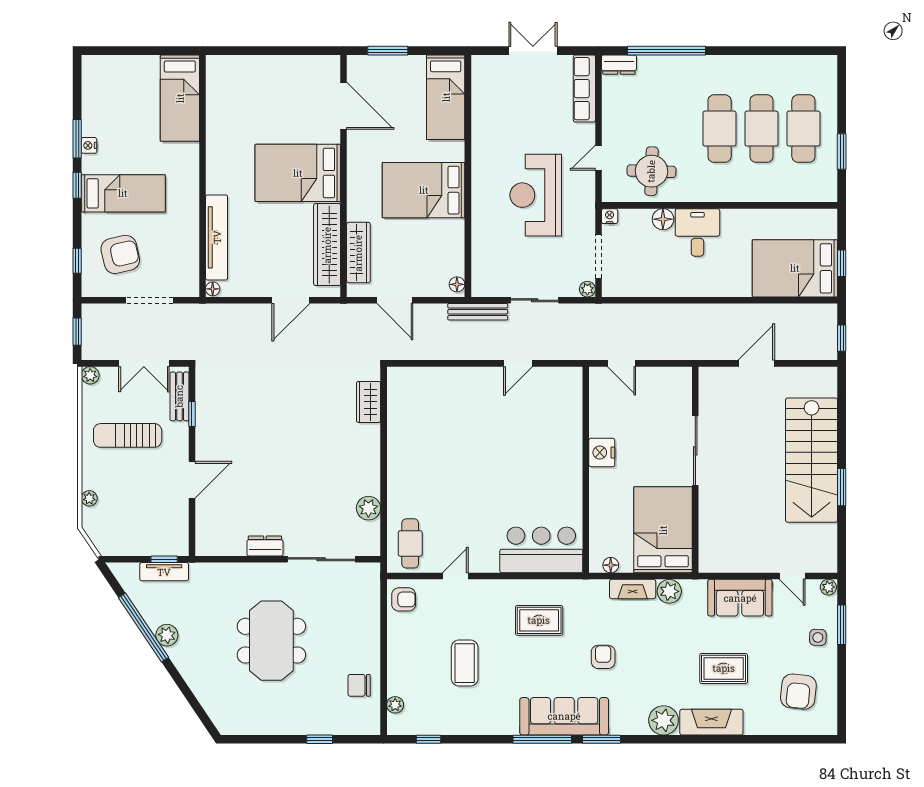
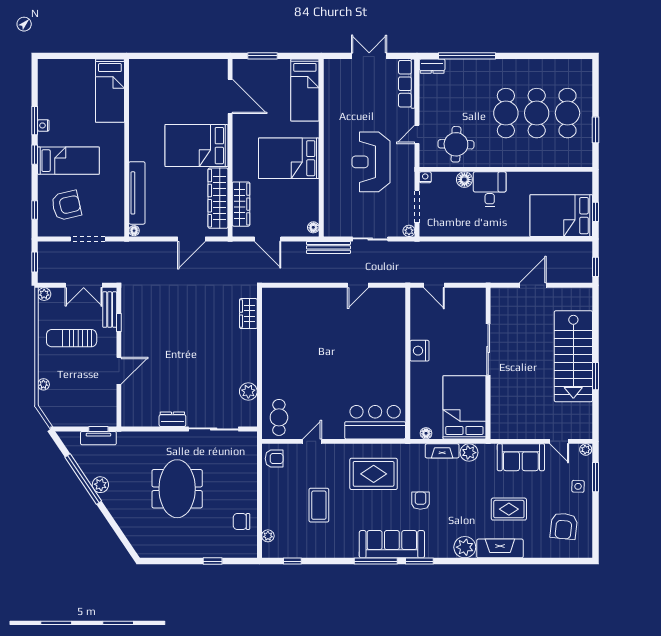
rug: (539, 620) -> (374, 474), width x1.36, depth x1.43

